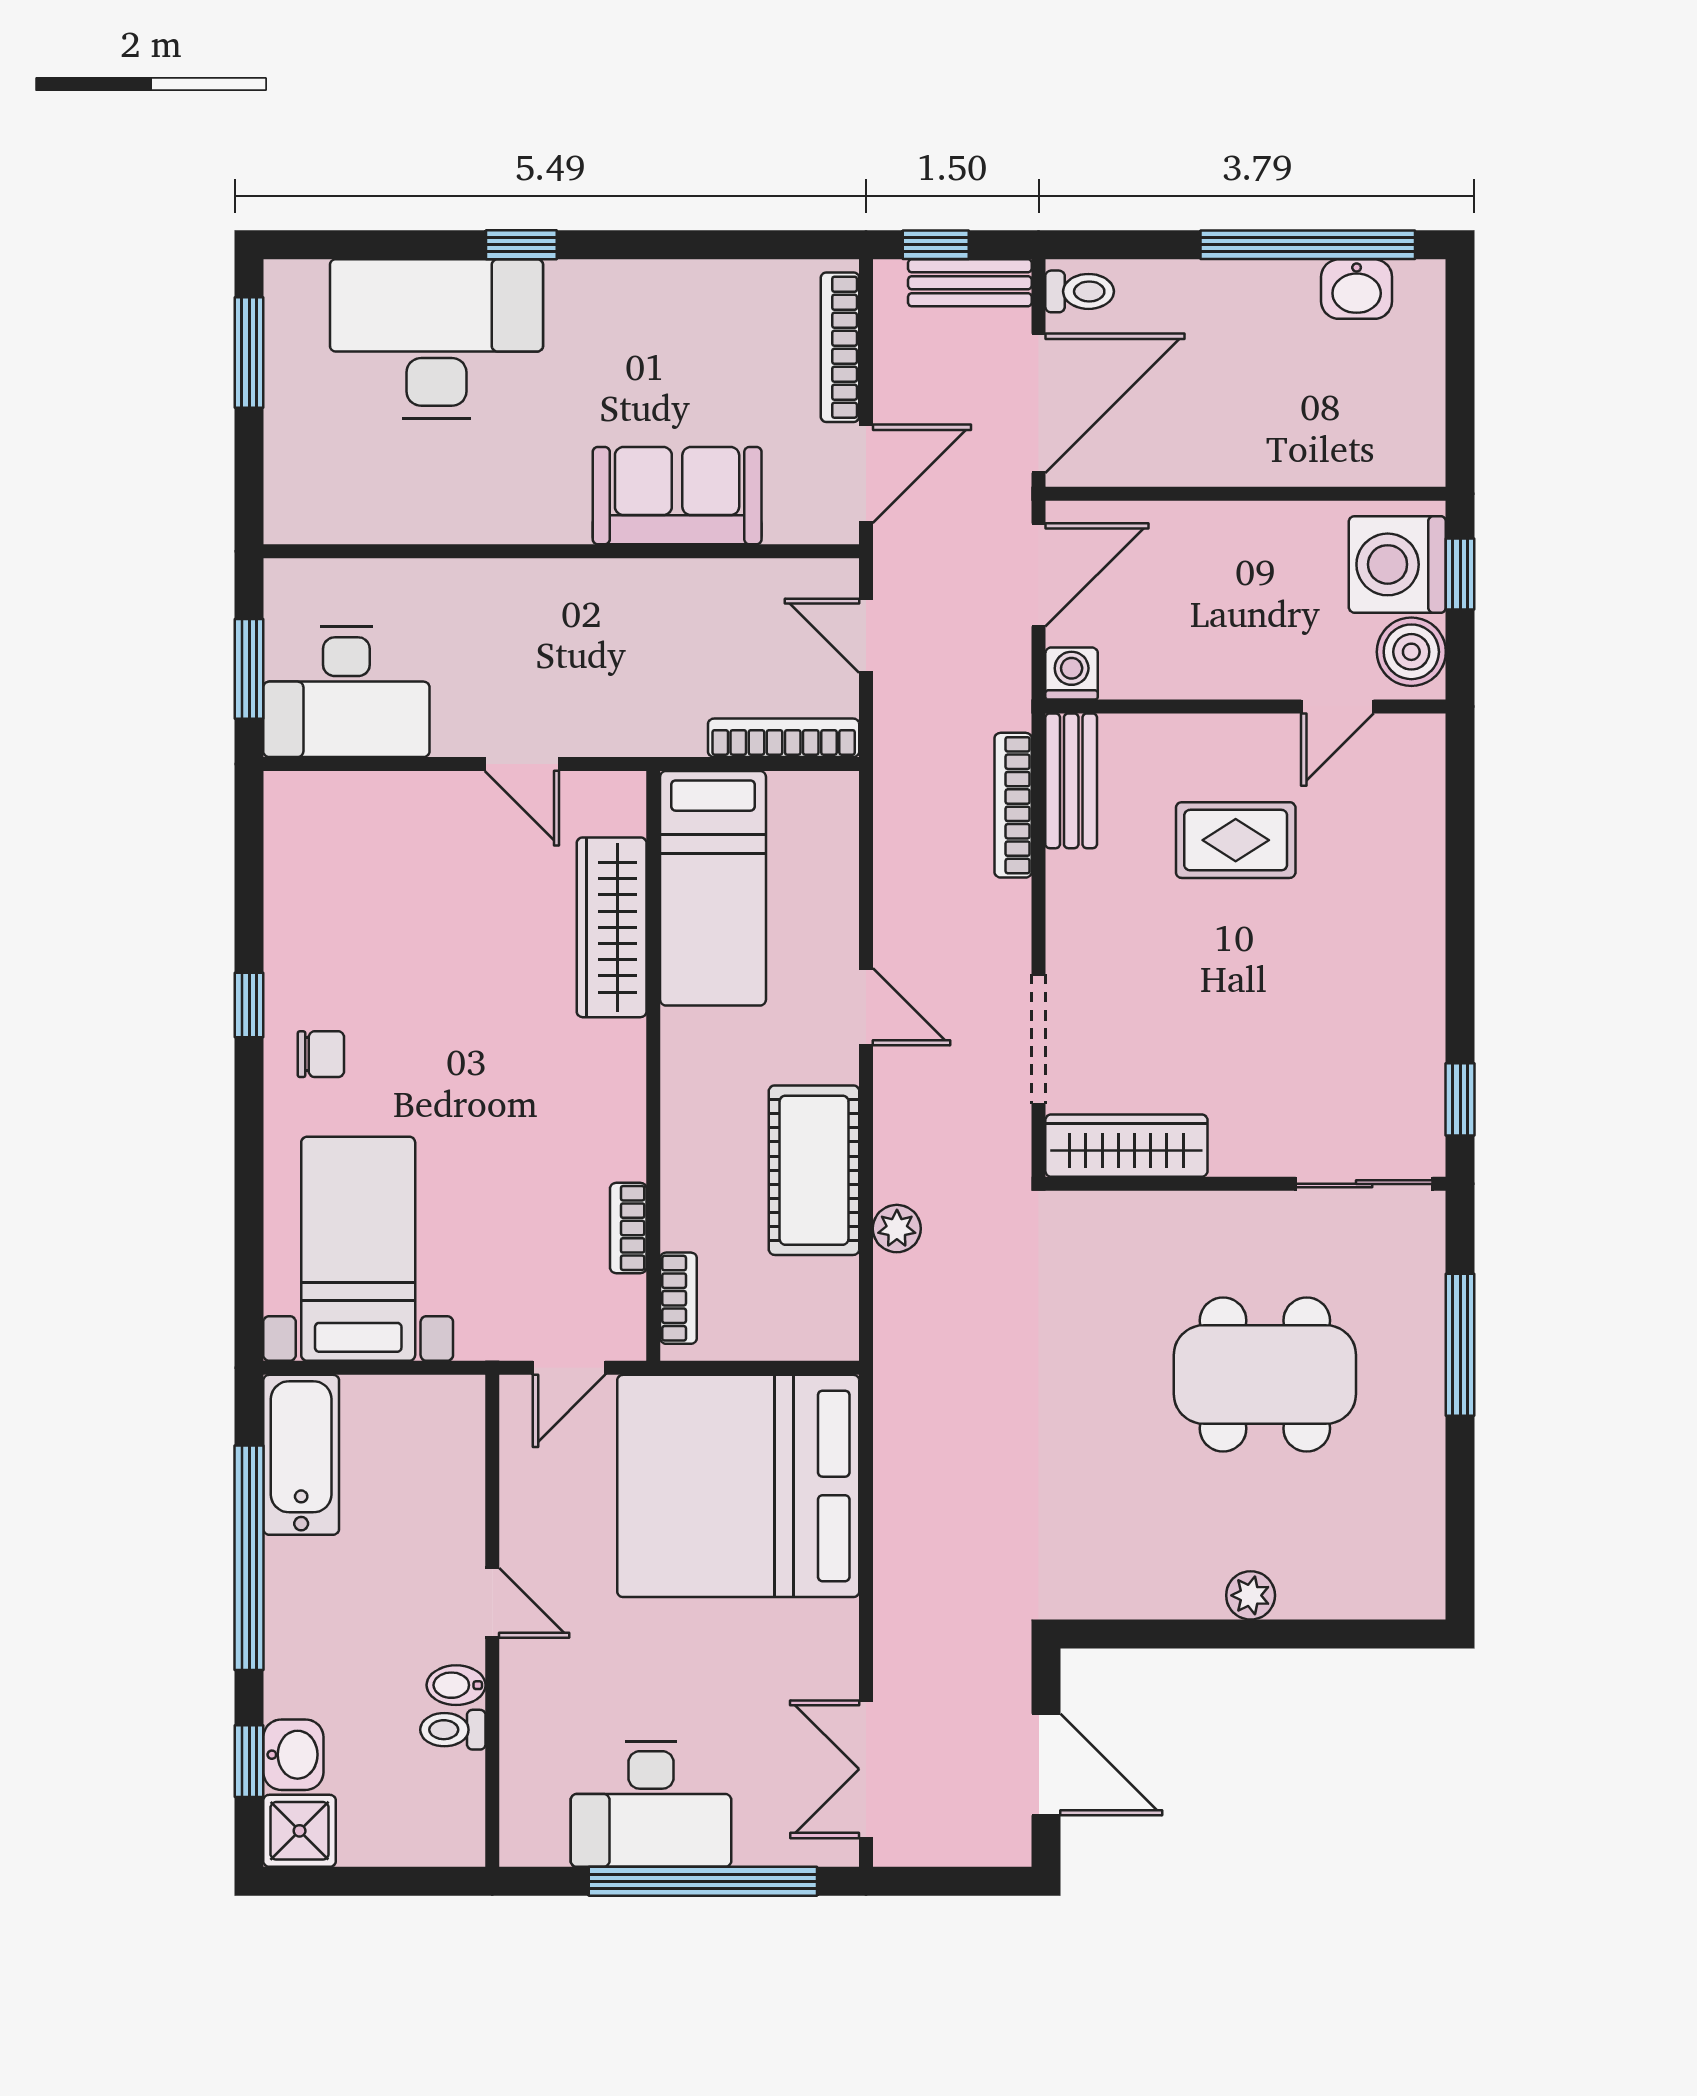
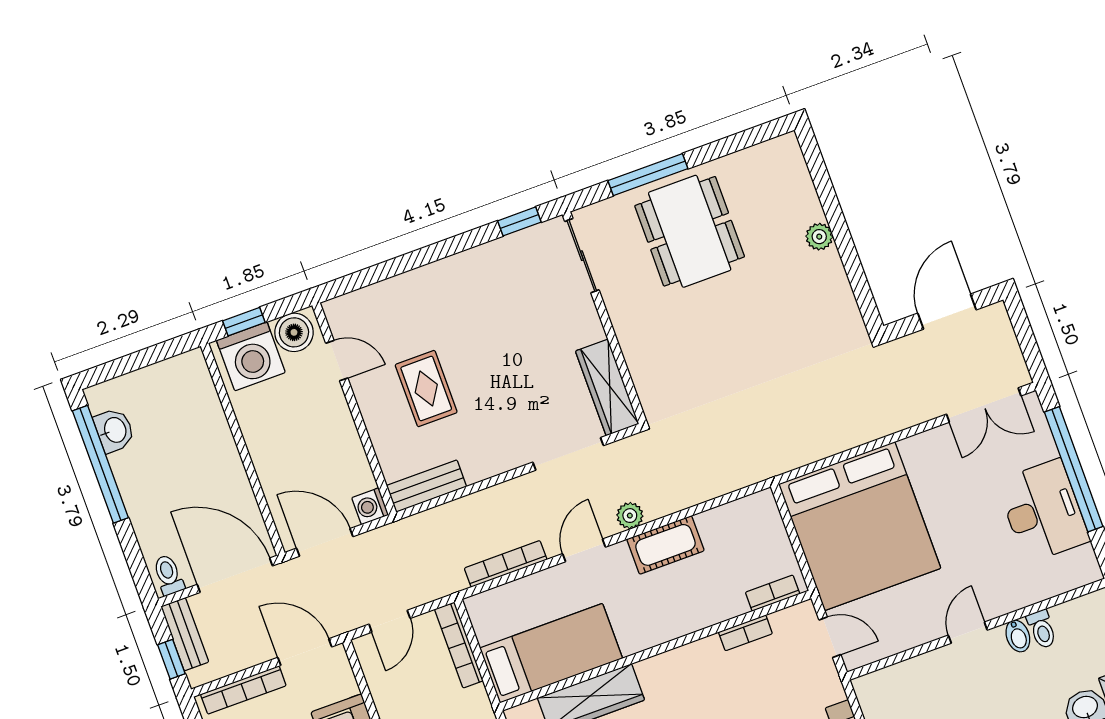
bookcase: (1013, 805) -> (506, 564), moved, turned 180
cot: (814, 1170) -> (665, 545), width x0.73, depth x0.75
plant: (897, 1229) -> (630, 516), moved
dining table: (1265, 1375) -> (690, 231), moved

